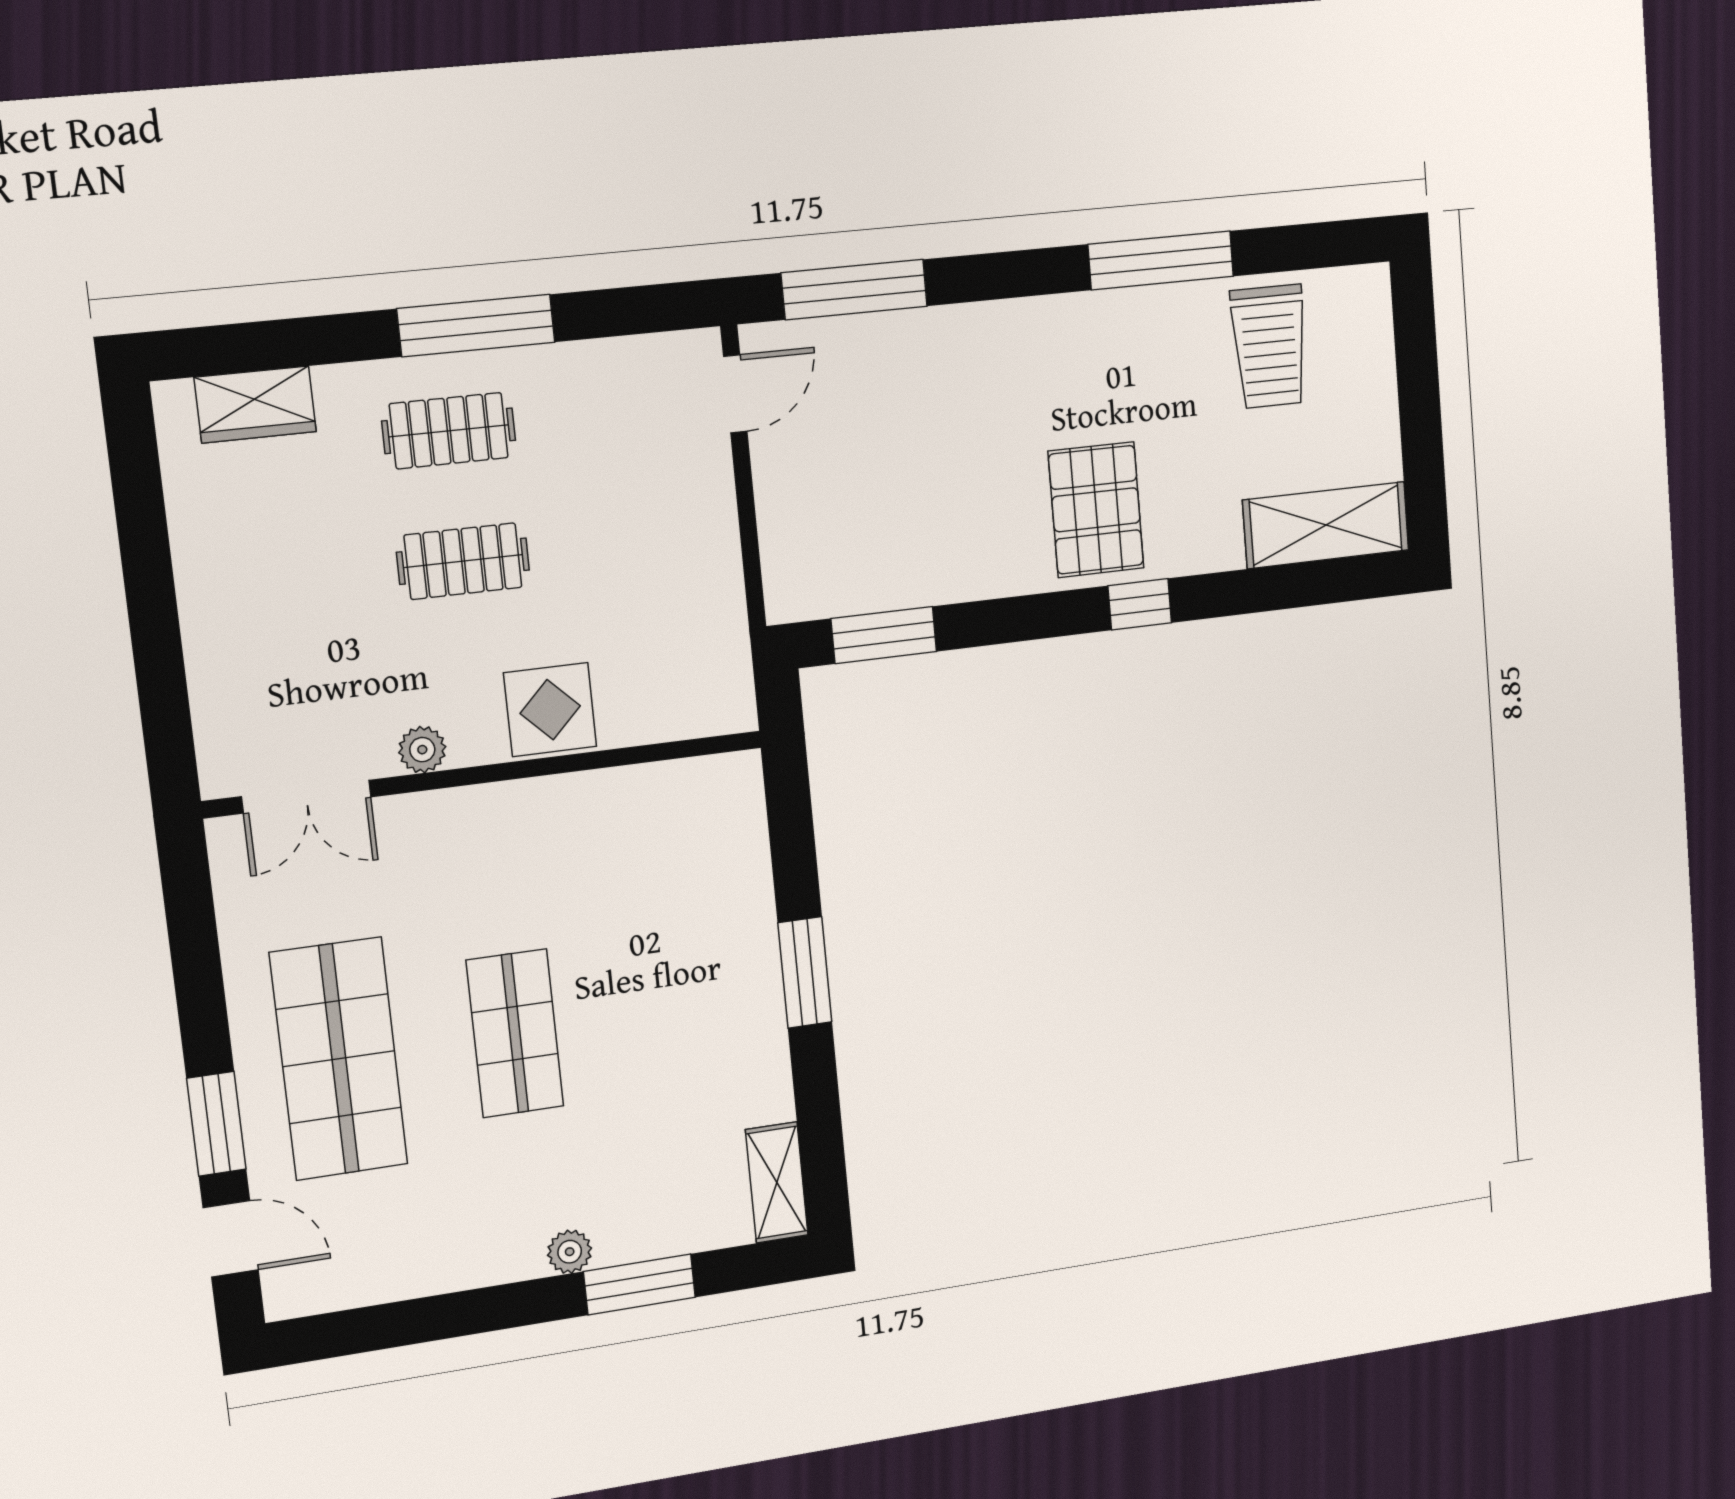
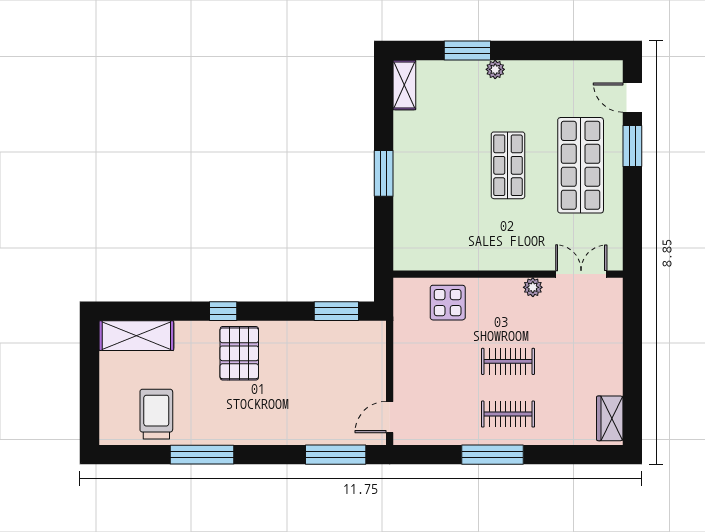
wardrobe: (255, 405) -> (610, 418), moved, turned -90
display table: (550, 710) -> (448, 303), moved

